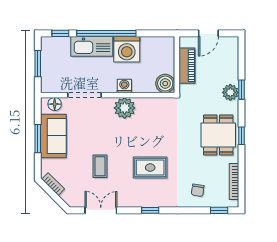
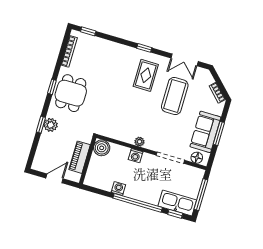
kitchen sink: (92, 46) -> (177, 203), moved
washing machine: (127, 49) -> (118, 189), width x0.53, depth x0.53
window: (38, 64) -> (201, 195), width x1.44
plant: (125, 108) -> (139, 142), width x0.53, depth x0.53
coffee table: (100, 166) -> (175, 96), width x1.86, depth x1.72
rug: (150, 168) -> (146, 75), moved, turned 90
chair: (198, 190) -> (101, 53), removed

